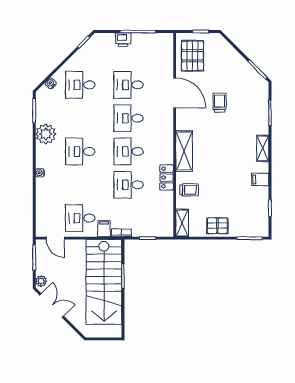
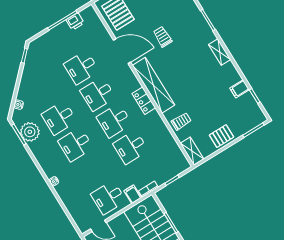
printer: (123, 40) -> (75, 21), moved
desk: (80, 85) -> (59, 118), moved
plant: (46, 134) -> (30, 132), moved
shelving: (184, 151) -> (154, 85), width x1.47
locker: (167, 178) -> (144, 101), moved
filing cabinet: (260, 179) -> (240, 89), moved

